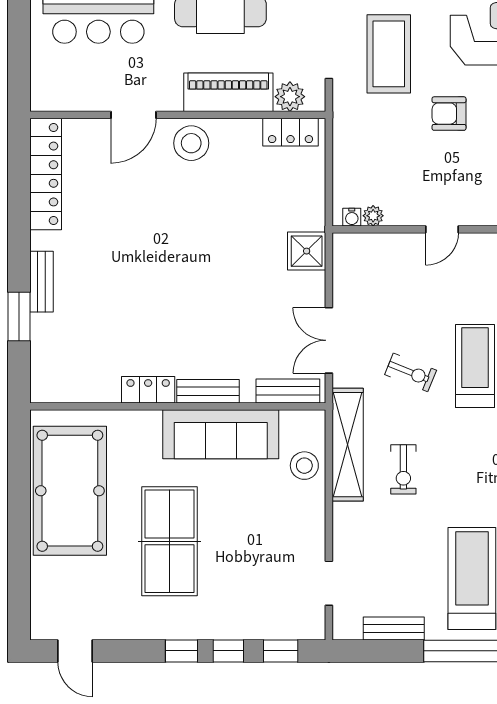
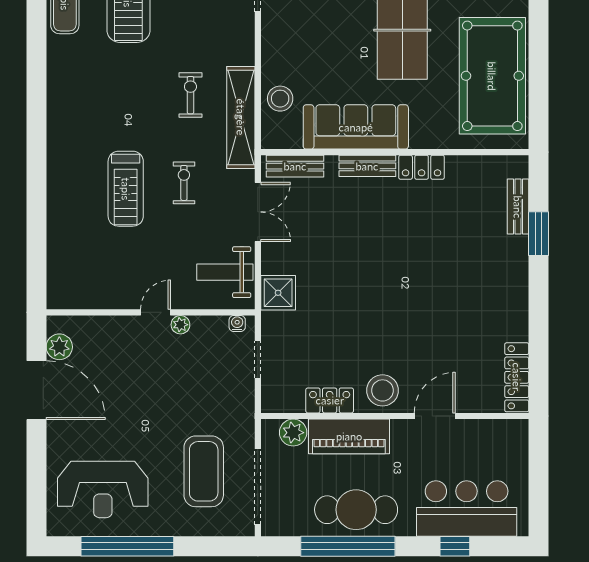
armchair: (449, 114) -> (149, 417), removed
locker: (290, 132) -> (330, 400), moved
locker: (46, 174) -> (517, 377), width x0.71, depth x0.83
doorway: (329, 177) -> (258, 359), added
plant: (373, 216) -> (180, 325), moved
weight bench: (365, 274) -> (225, 272), added
bench: (41, 282) -> (518, 207), moved
exercise bike: (411, 372) -> (184, 183), turned 68

